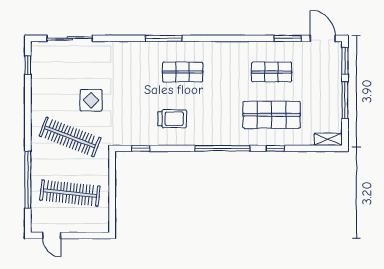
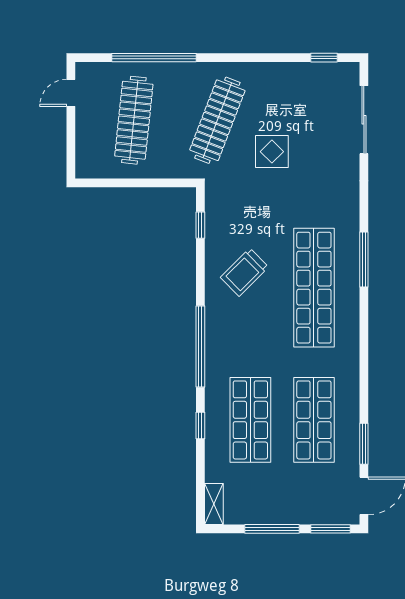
shop shelf: (183, 72) -> (314, 288), width x2.00, depth x1.36
shop shelf: (272, 72) -> (314, 420), width x1.43, depth x1.36
trolley: (172, 119) -> (244, 272), turned 45

